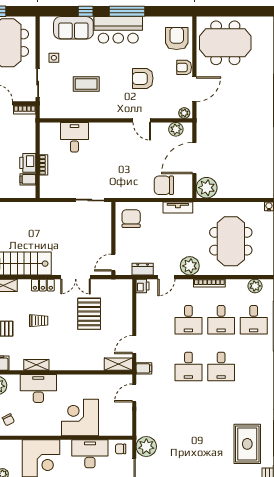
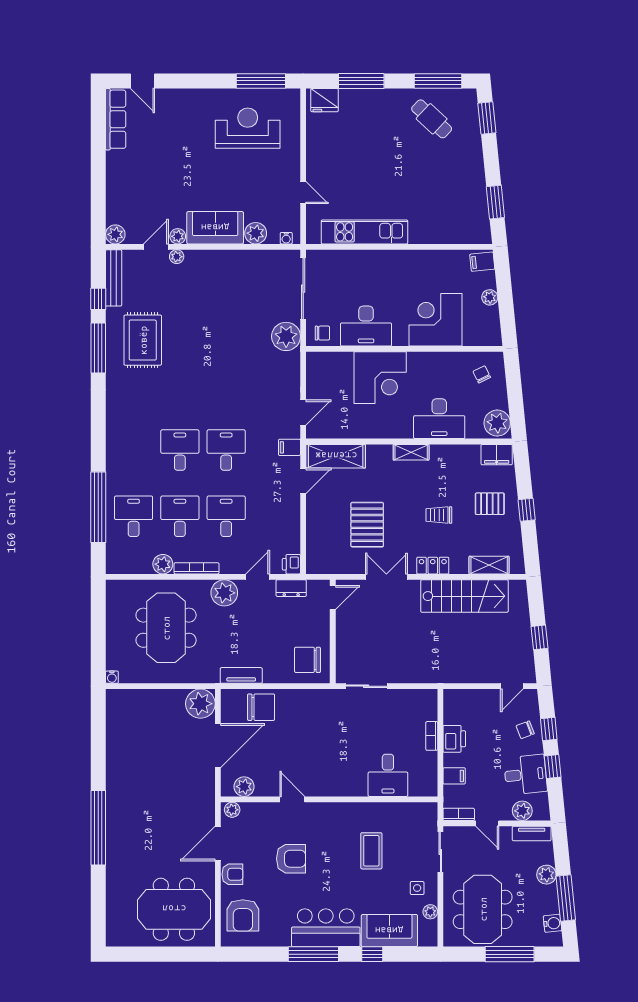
plant: (45, 41) -> (430, 912), added
coffee table: (86, 84) -> (371, 851), turned 90
filing cabinet: (28, 179) -> (454, 776), moved
chair: (131, 219) -> (308, 660), turned 90
plant: (255, 286) -> (163, 564), moved
shelving: (118, 364) -> (336, 456), width x1.50, depth x1.33
shelving: (36, 365) -> (411, 452), moved

